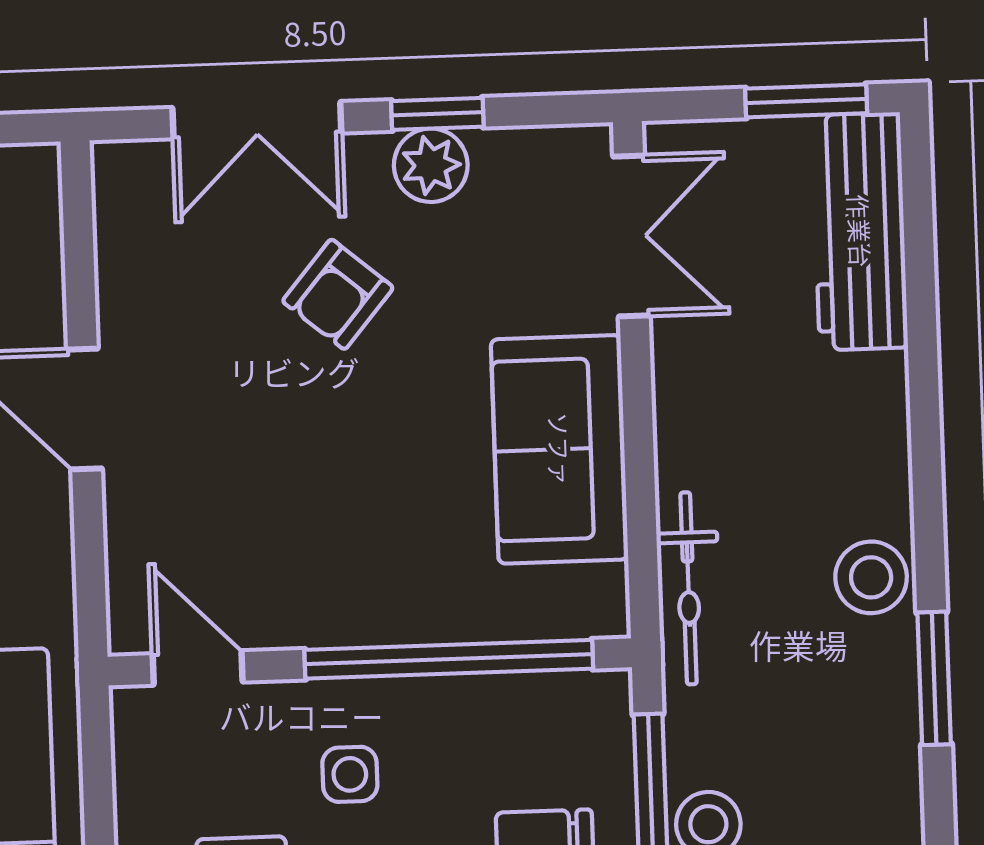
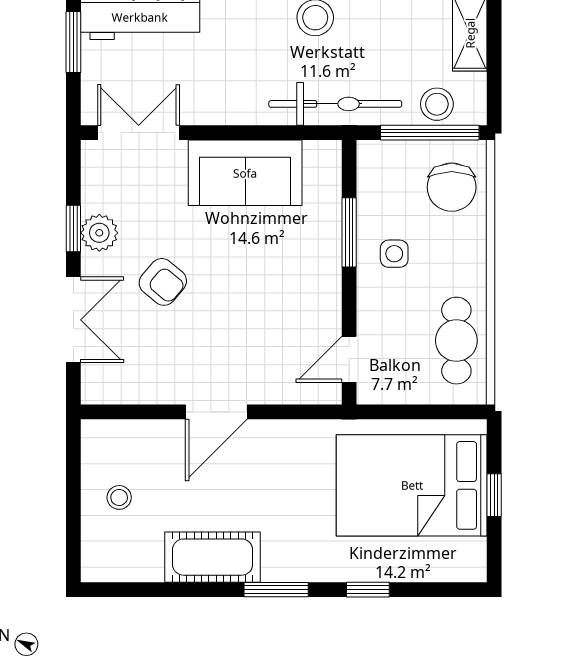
bicycle: (689, 588) -> (335, 104), width x1.37, depth x1.40
window: (449, 659) -> (349, 232), width x0.47
side table: (350, 774) -> (394, 254), moved

